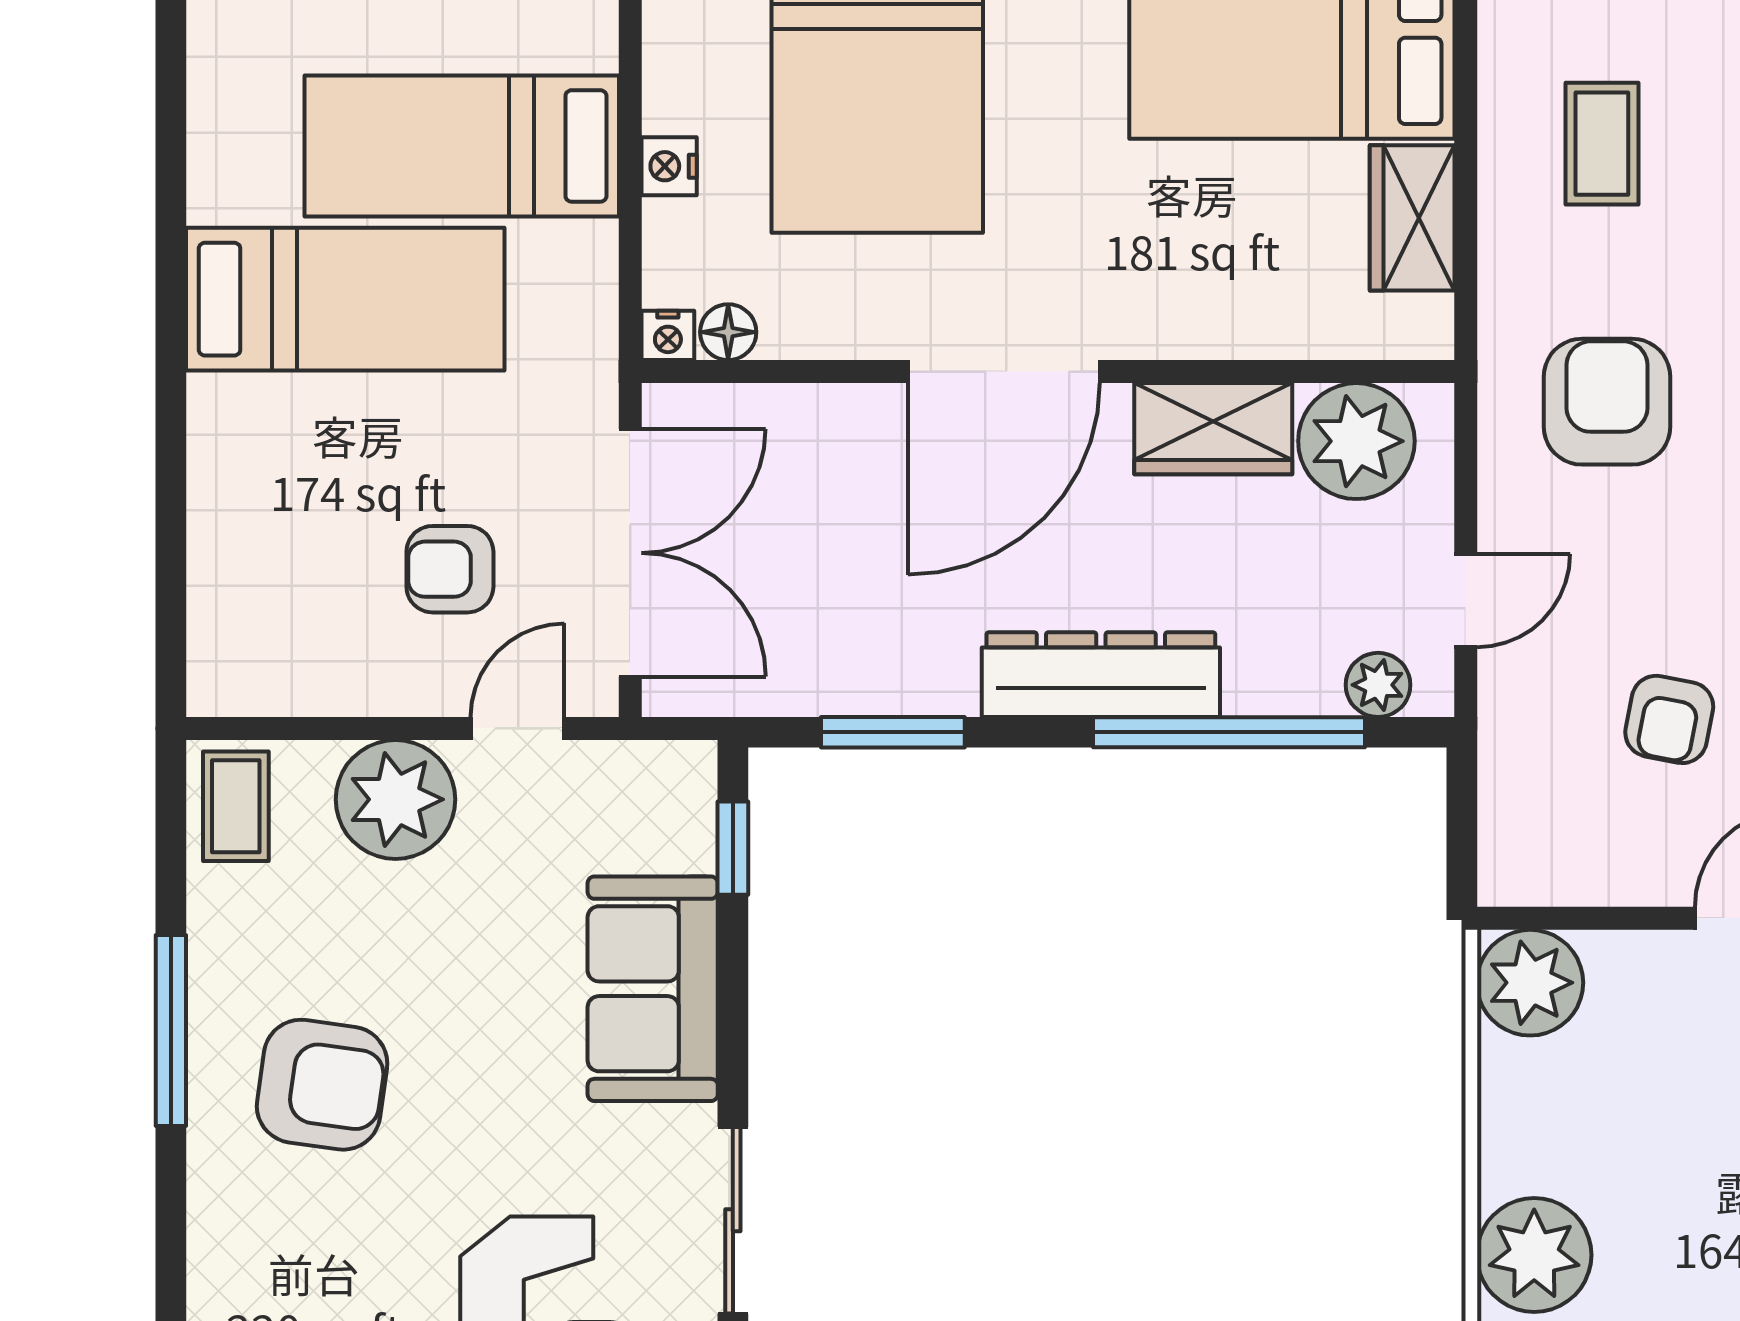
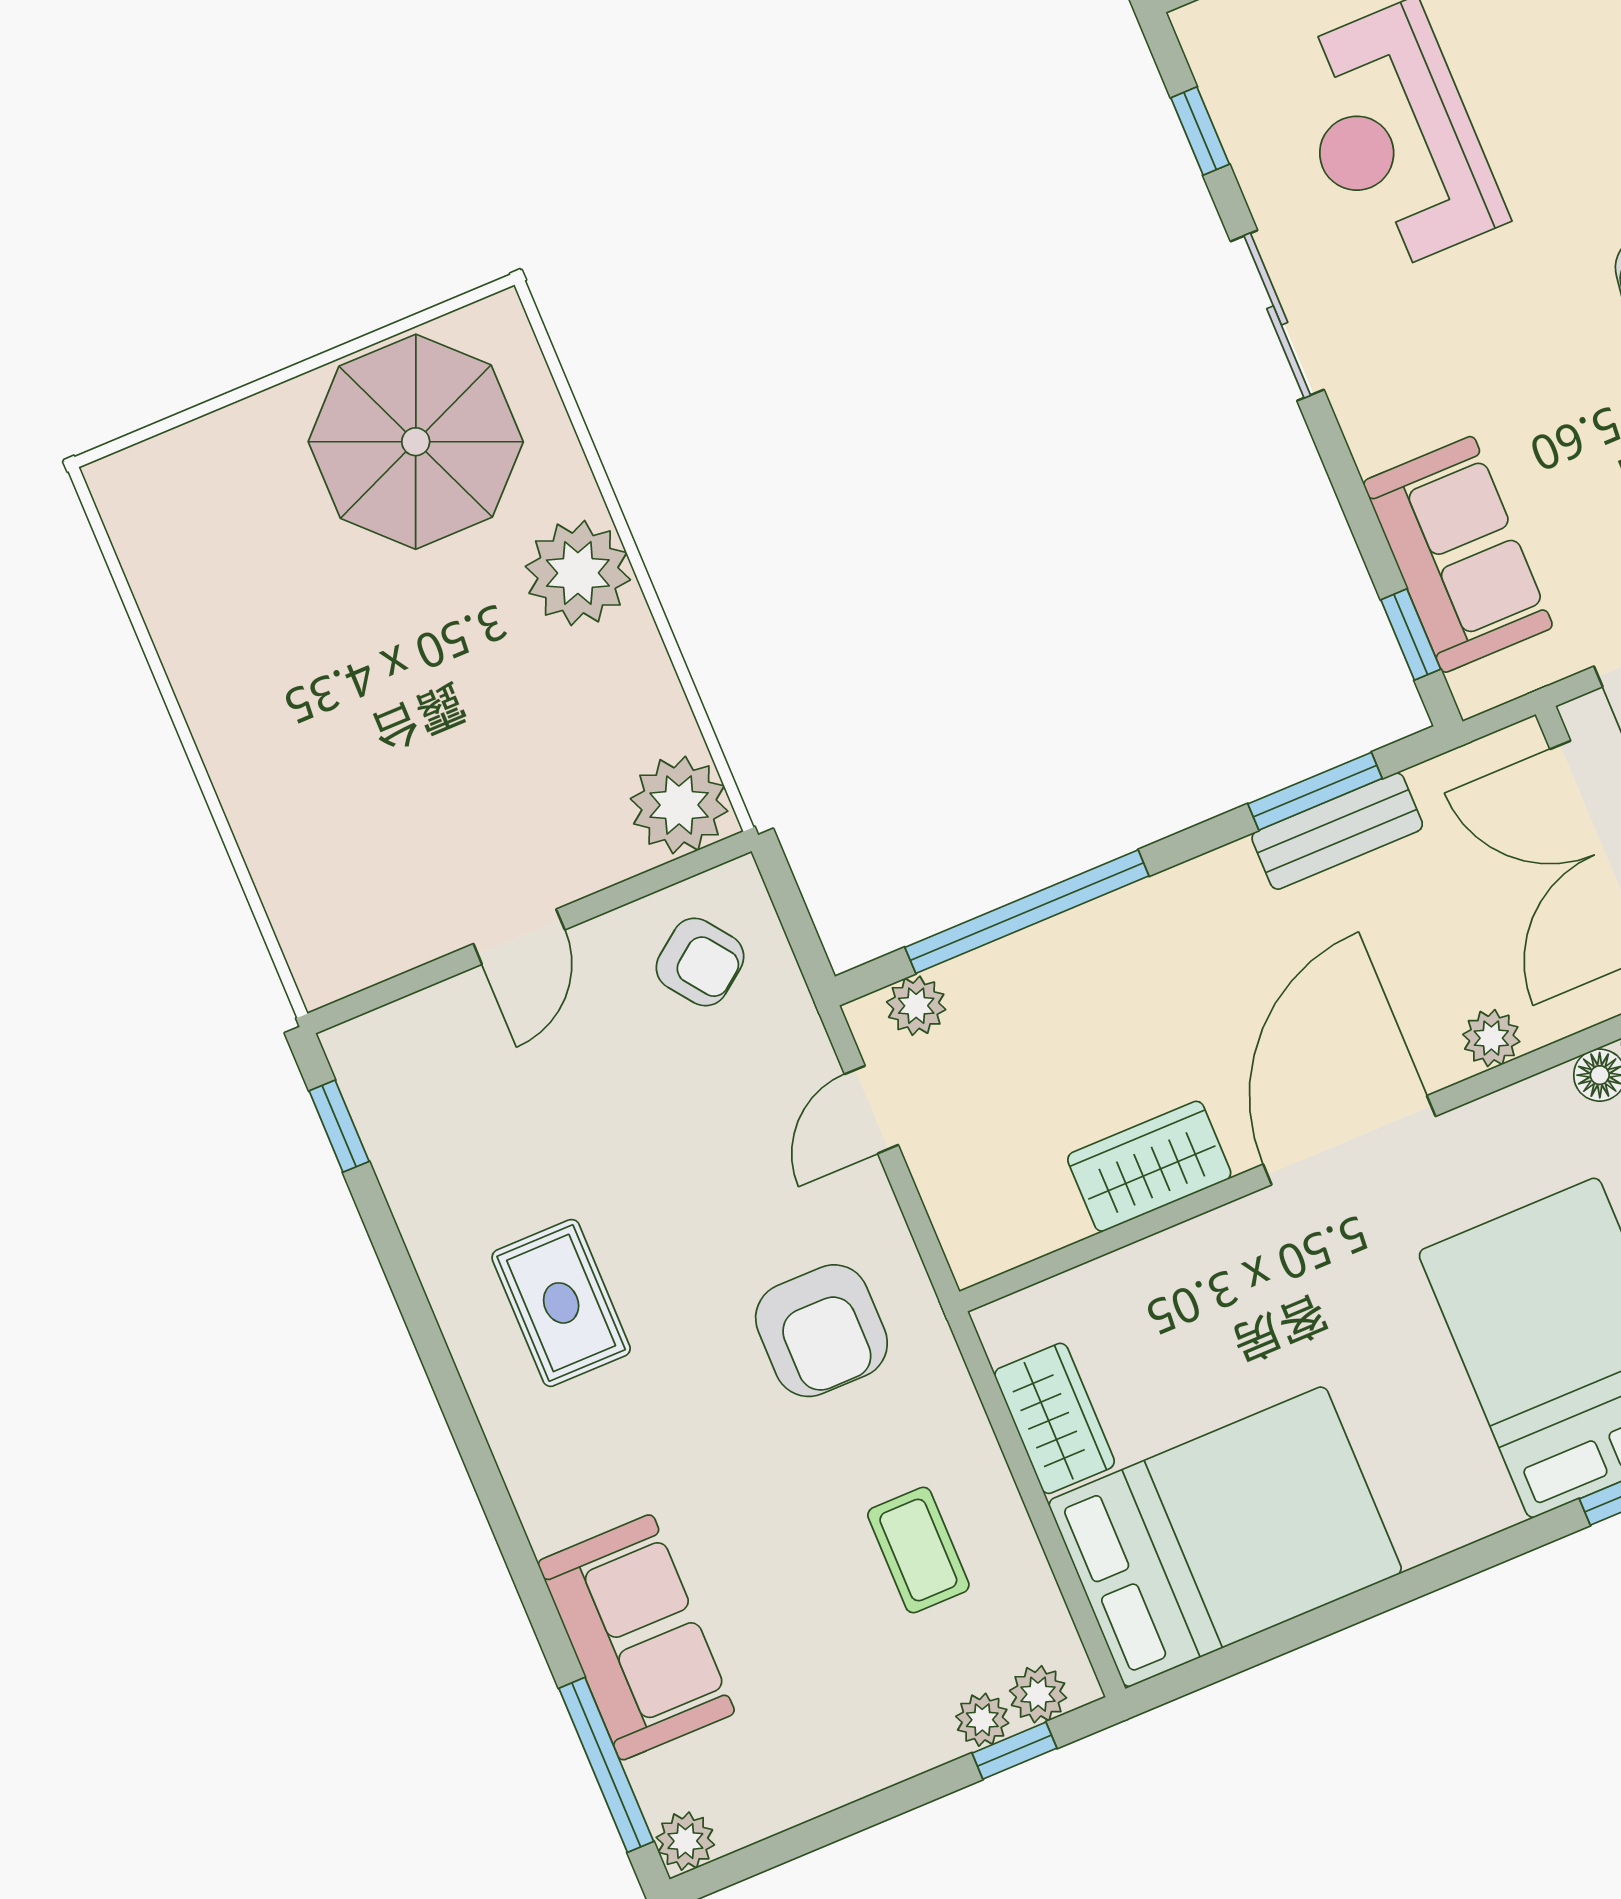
plant: (1356, 441) -> (1491, 1038), moved, width x0.53, depth x0.53
dresser: (1101, 675) -> (1157, 915), removed
bench: (888, 683) -> (1337, 831), added
armchair: (1669, 719) -> (700, 962), moved, turned 132
sofa: (653, 989) -> (1458, 554), moved

